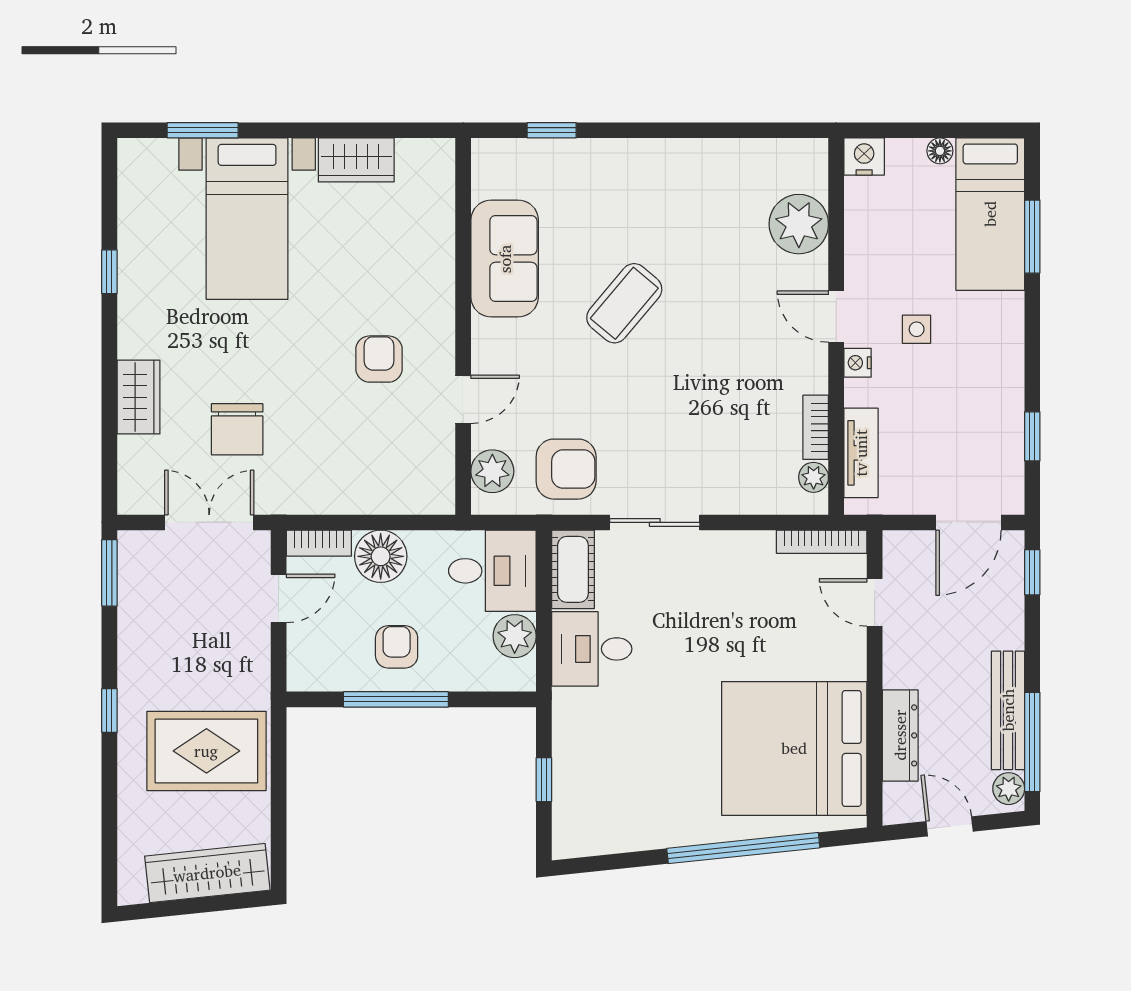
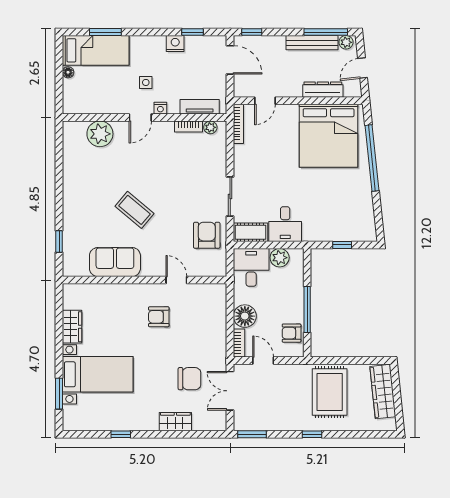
nightstand: (864, 157) -> (175, 43), moved, turned 90
plant: (492, 471) -> (208, 267), removed
armchair: (397, 647) -> (292, 333), moved

